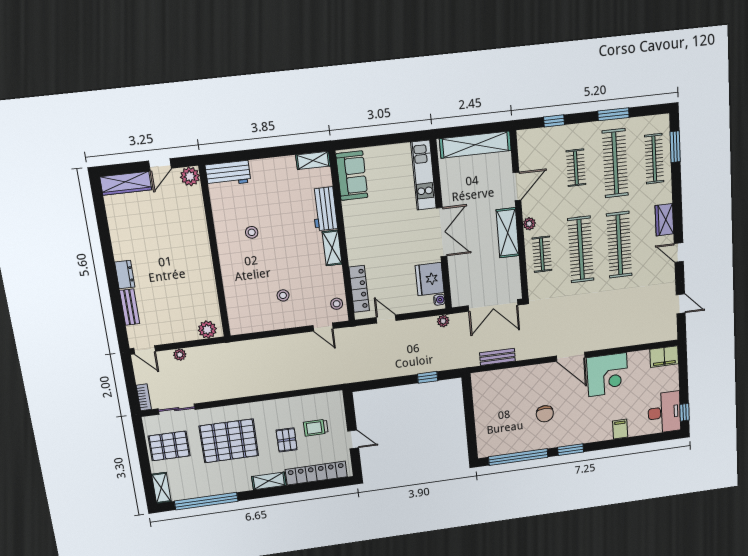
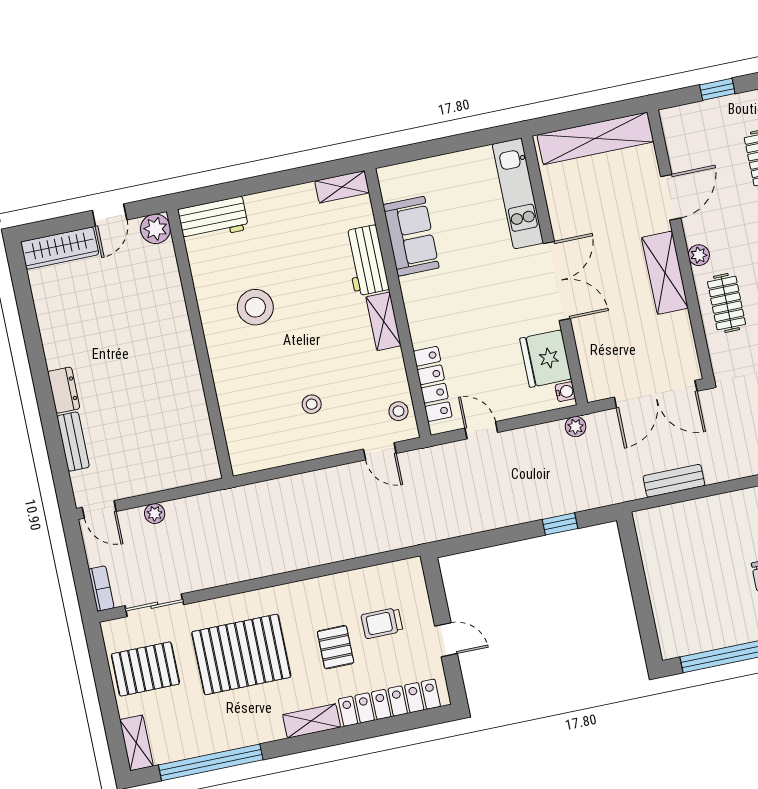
sofa: (352, 176) -> (411, 236), moved
stool: (252, 232) -> (255, 307), width x1.89, depth x1.89
plant: (207, 330) -> (196, 469), removed

